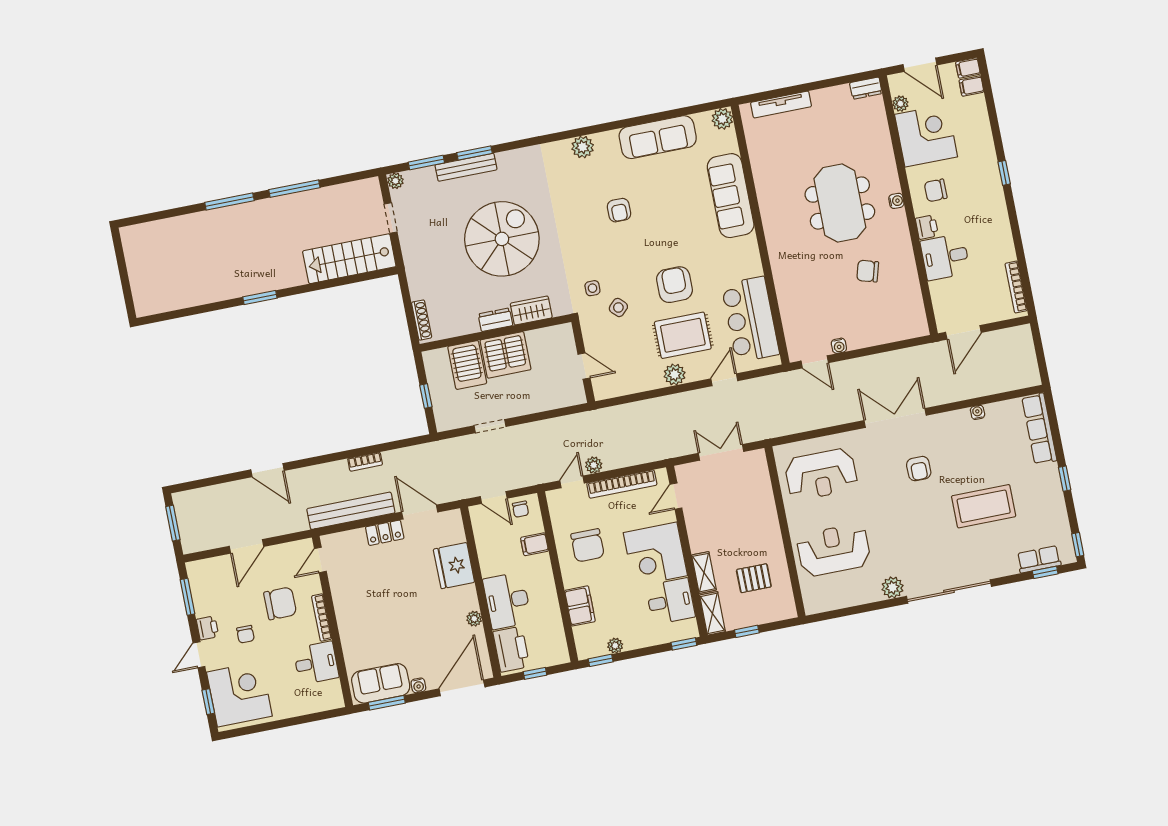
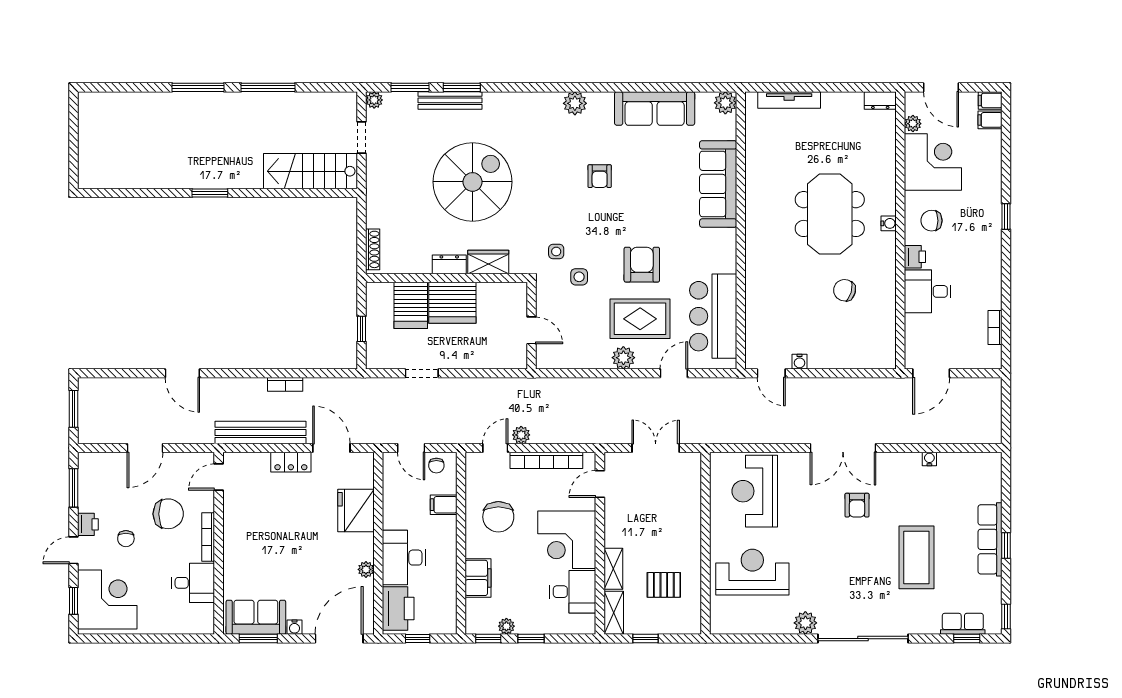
bookcase: (1016, 287) -> (995, 328), width x0.64
side table: (618, 307) -> (579, 277), turned 45
double door: (895, 418) -> (843, 448), swing flipped
row of seats: (1039, 429) -> (990, 539), moved
reception desk: (821, 474) -> (755, 491), turned 90
coffee table: (984, 506) -> (916, 557), turned 90
window: (684, 644) -> (531, 639), moved

